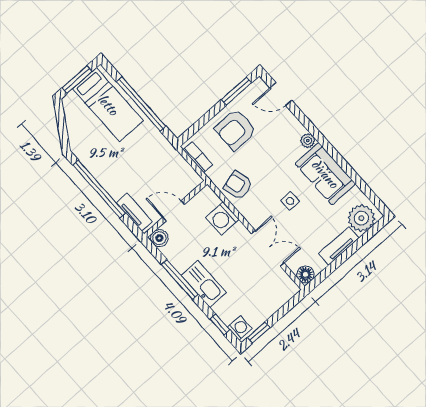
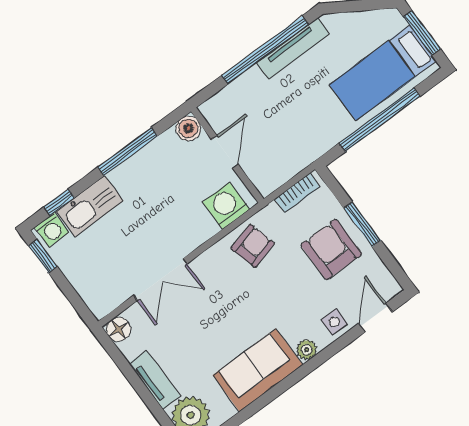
window: (236, 91) -> (362, 224), moved
side table: (290, 201) -> (334, 322), moved
tv unit: (134, 212) -> (293, 49), moved, width x1.41
washing machine: (222, 219) -> (226, 206), moved
kitchen sink: (204, 284) -> (90, 206), moved

